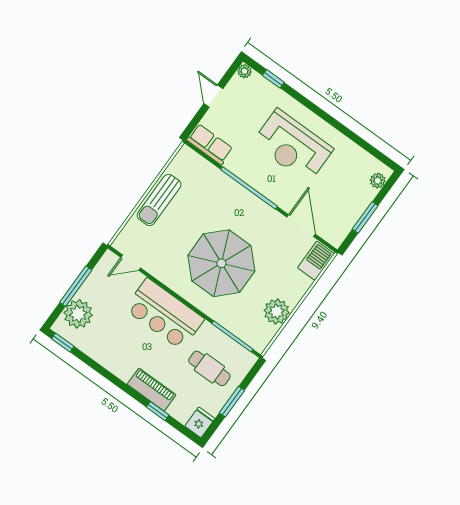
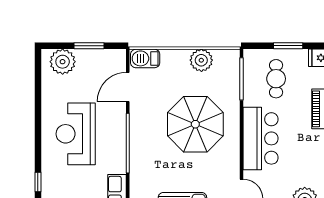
reception desk: (293, 146) -> (76, 134), turned 180
plant: (378, 181) -> (63, 62), width x1.87, depth x1.87

